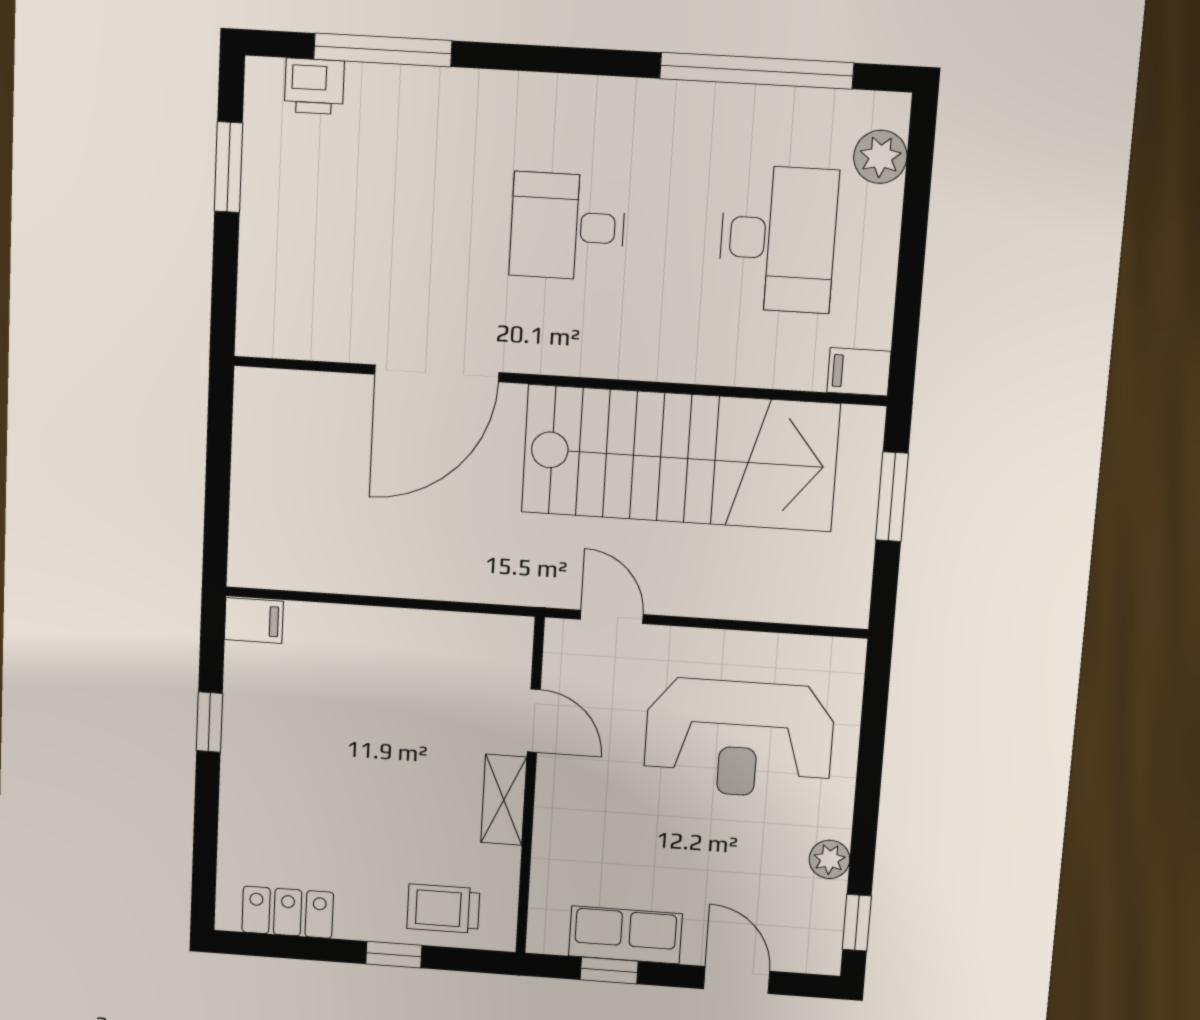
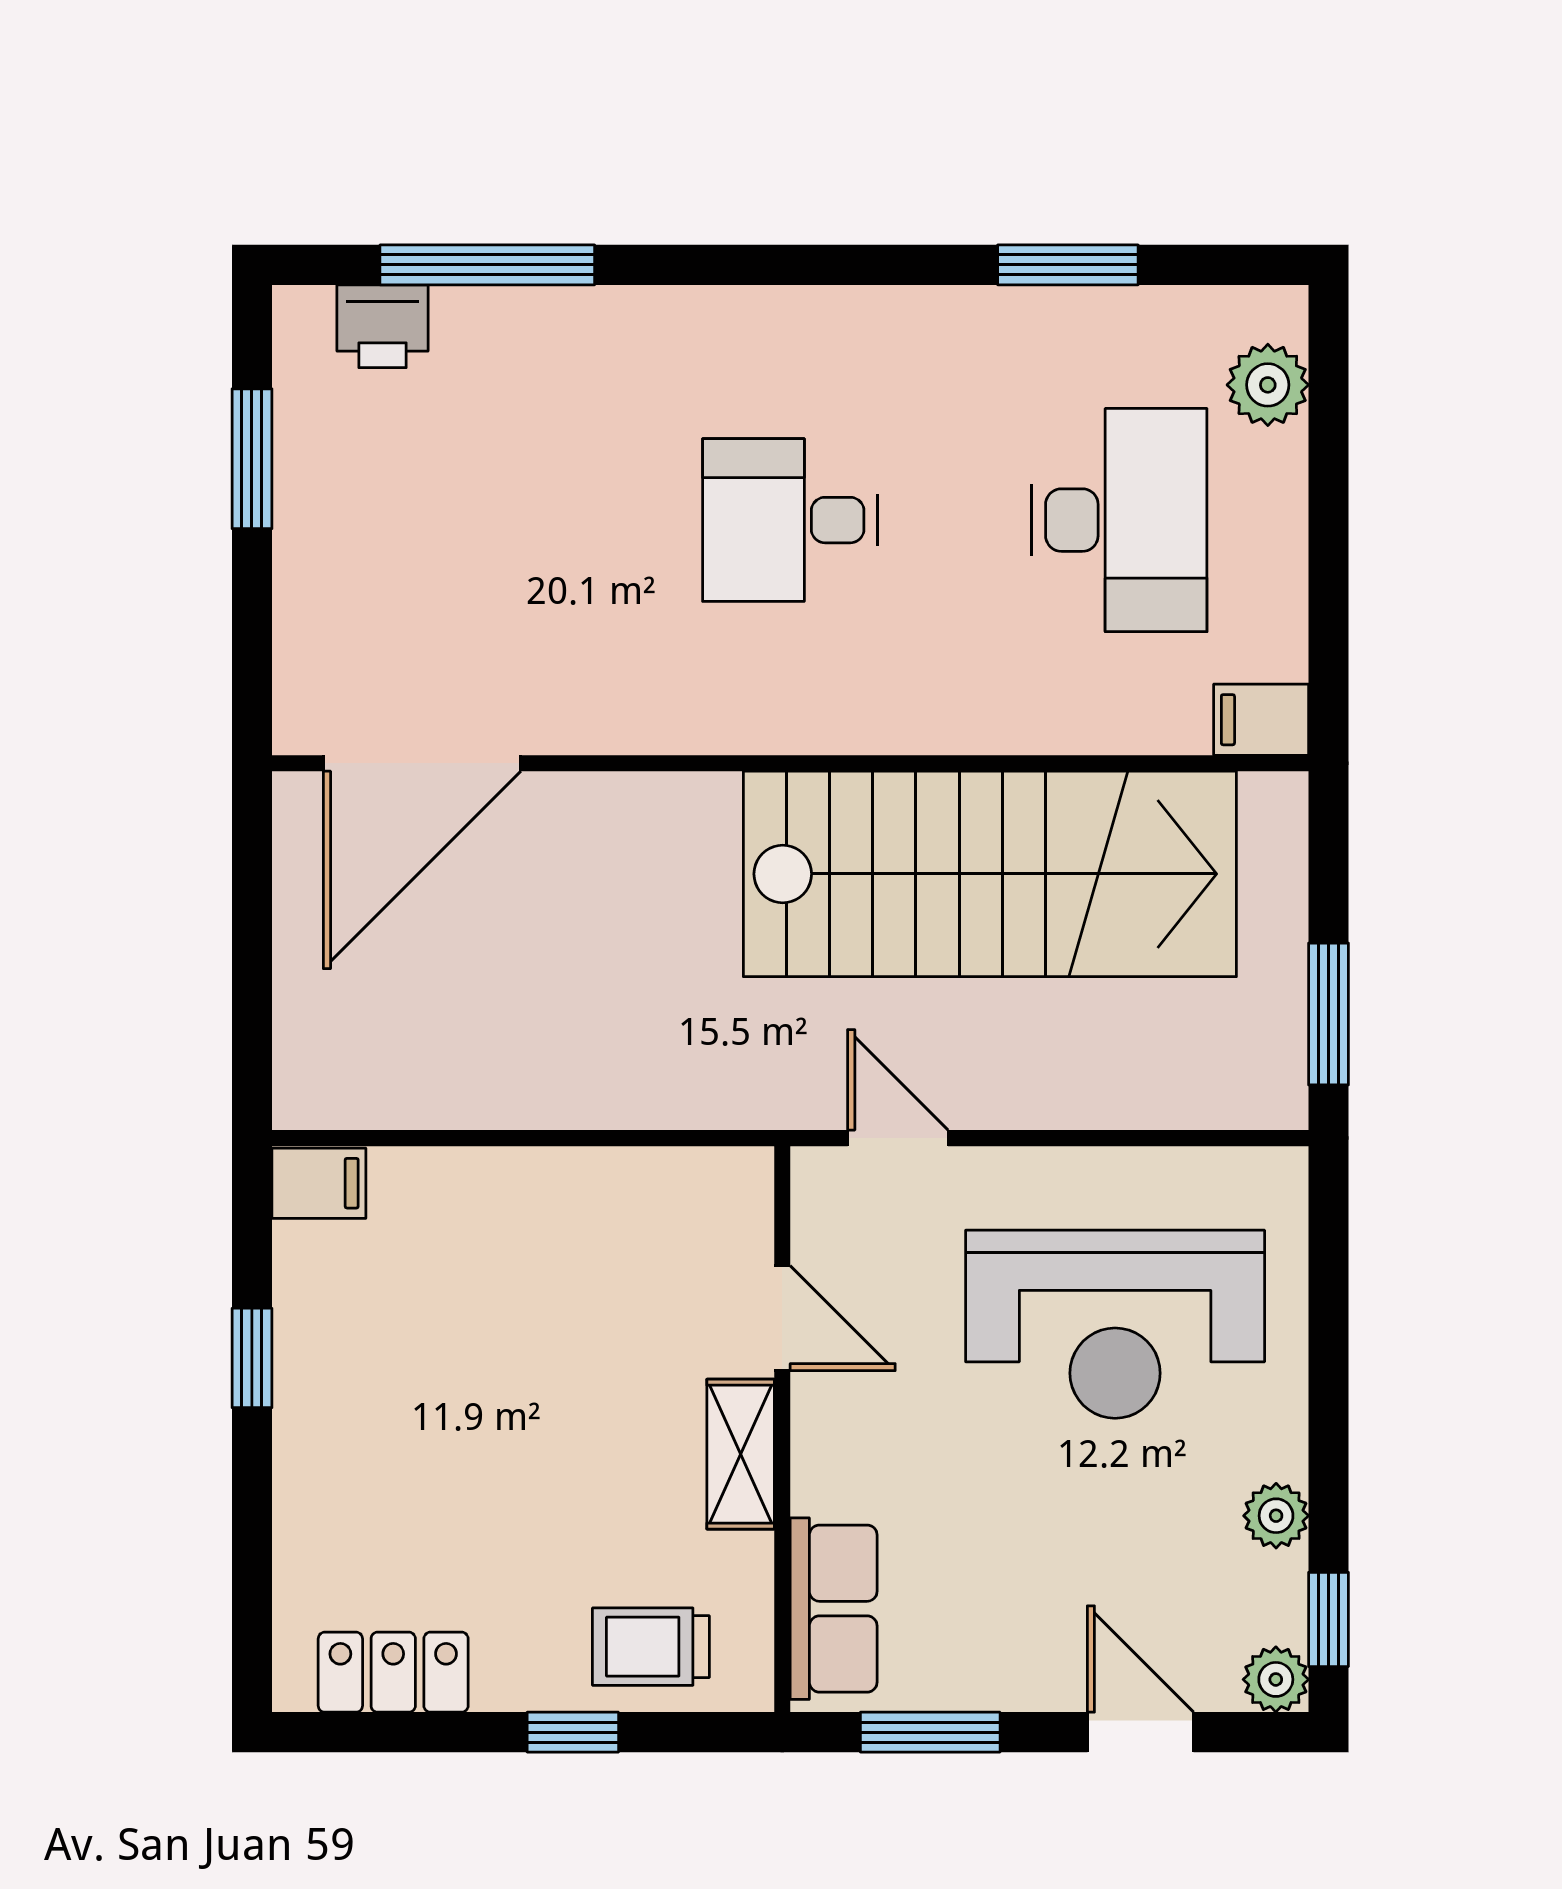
window: (757, 71) -> (1068, 265), width x0.47
door: (437, 373) -> (422, 763), moved
window: (892, 497) -> (1329, 1014), moved
row of seats: (625, 935) -> (834, 1609), moved, turned 90
plant: (822, 955) -> (1276, 1679), added
window: (609, 971) -> (930, 1732), width x1.50

